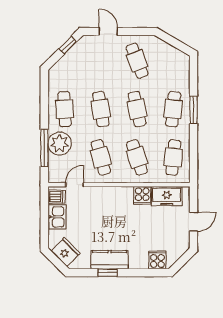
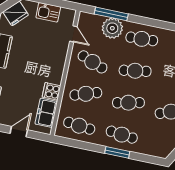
cafe table: (101, 157) -> (93, 62), turned 36
dishwasher: (57, 197) -> (66, 16), removed
door: (194, 222) -> (19, 132), swing flipped

